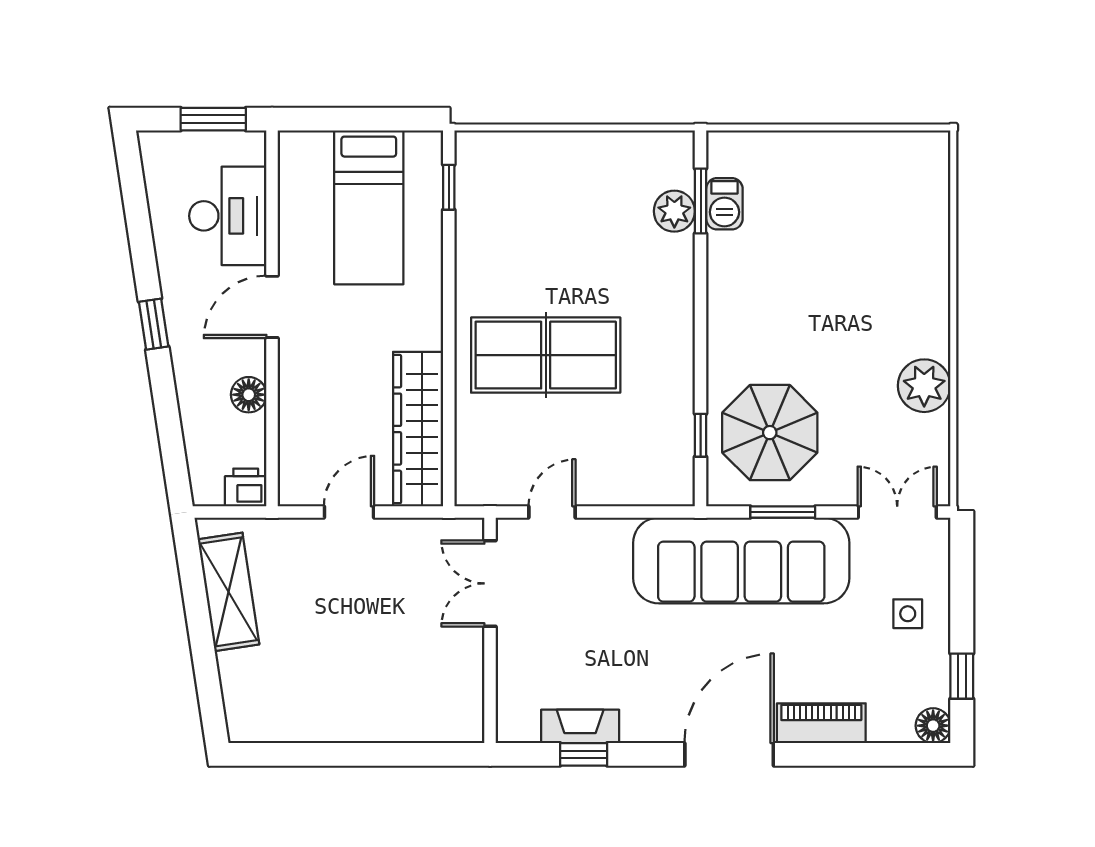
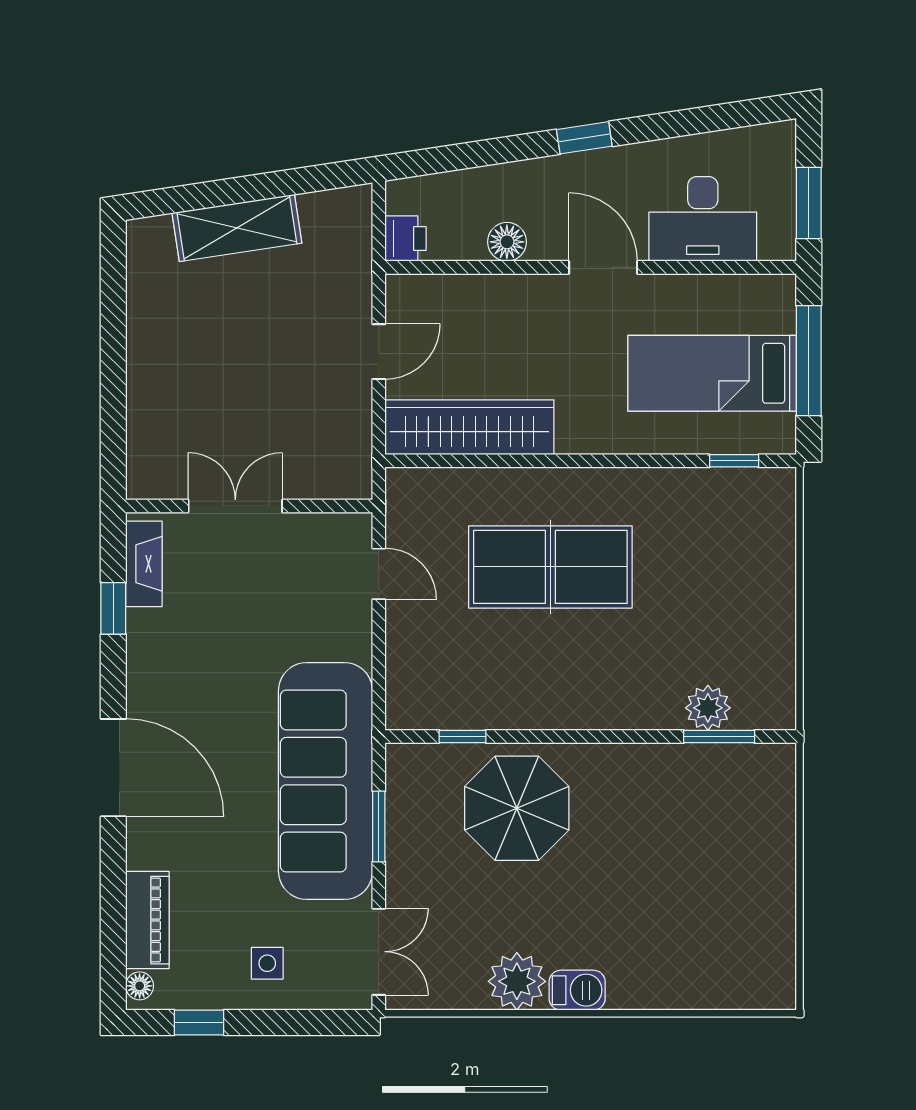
window: (357, 119) -> (809, 361), added
barbecue: (724, 204) -> (577, 990), moved, turned 180
table tennis table: (546, 355) -> (550, 567), turned 90
parasol: (770, 433) -> (517, 808), moved
door: (349, 512) -> (379, 352), hinge flipped
double door: (490, 583) -> (235, 506), moved
shelving: (228, 592) -> (237, 228), moved
piano: (821, 723) -> (147, 920), moved
fireplace: (580, 726) -> (144, 564), moved
floor lamp: (933, 726) -> (140, 986), width x0.73, depth x0.73

